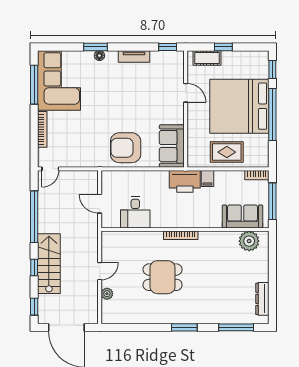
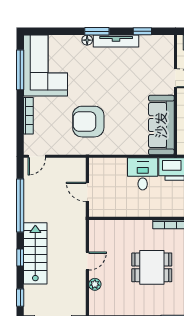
window: (96, 47) -> (97, 31), moved
window: (168, 47) -> (142, 31), moved
tv unit: (134, 56) -> (116, 41), width x1.41
sofa: (172, 146) -> (161, 125), width x1.36
armchair: (126, 148) -> (88, 122), moved
desk: (135, 212) -> (143, 174), moved, turned 180

